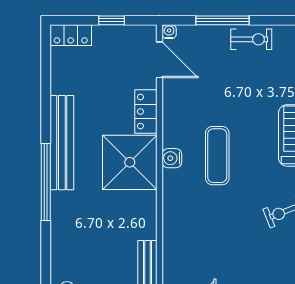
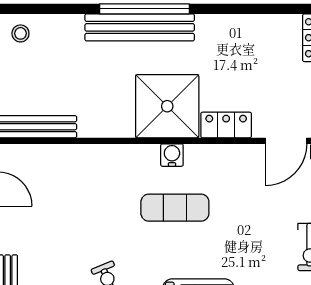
bench: (62, 143) -> (140, 27), moved

